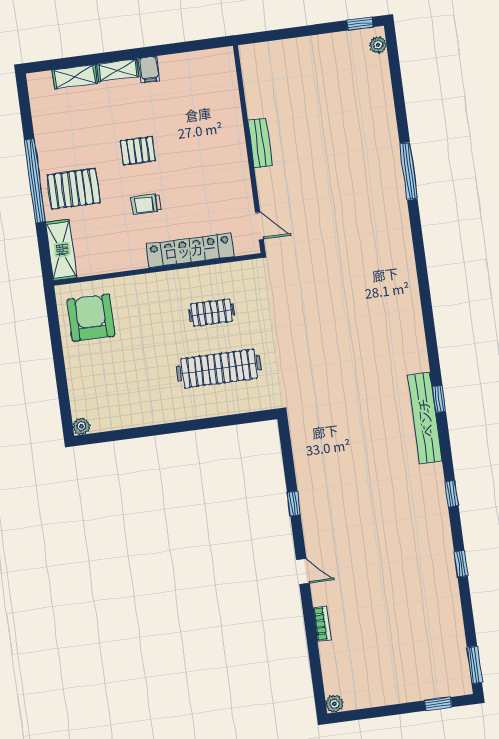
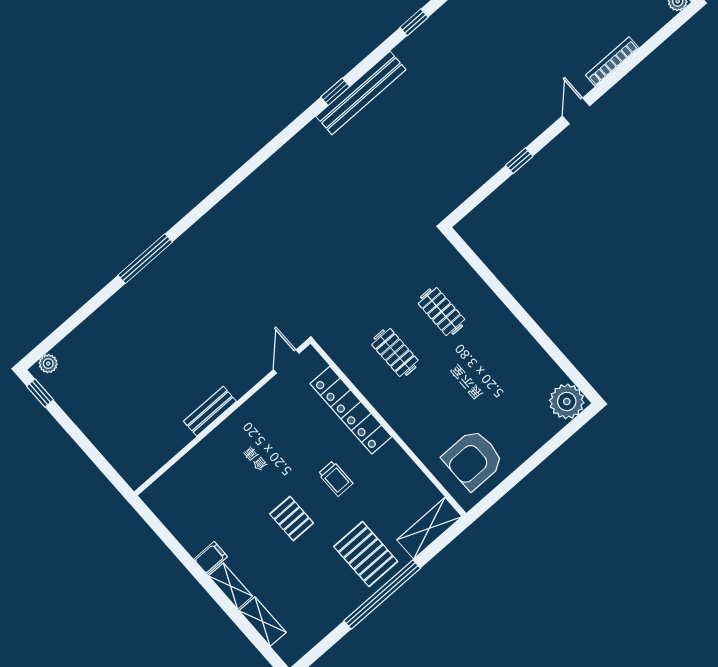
clothes rail: (219, 368) -> (441, 312), width x0.54, depth x0.76
plant: (81, 426) -> (567, 401), width x1.87, depth x1.87
bookcase: (322, 624) -> (612, 62), width x1.56

